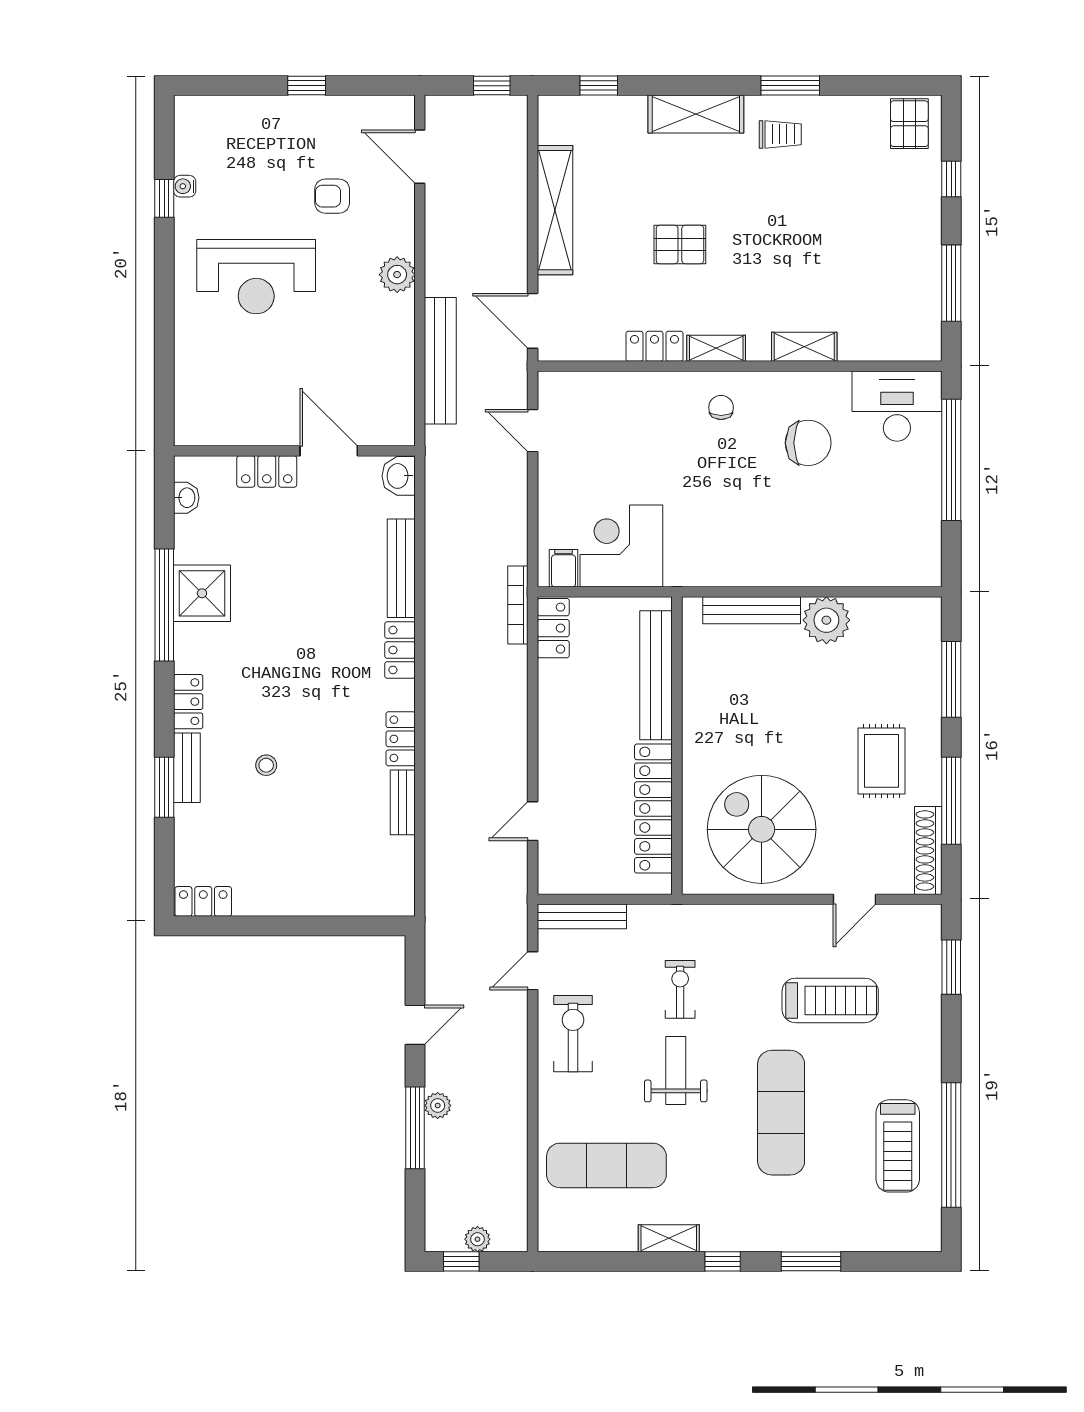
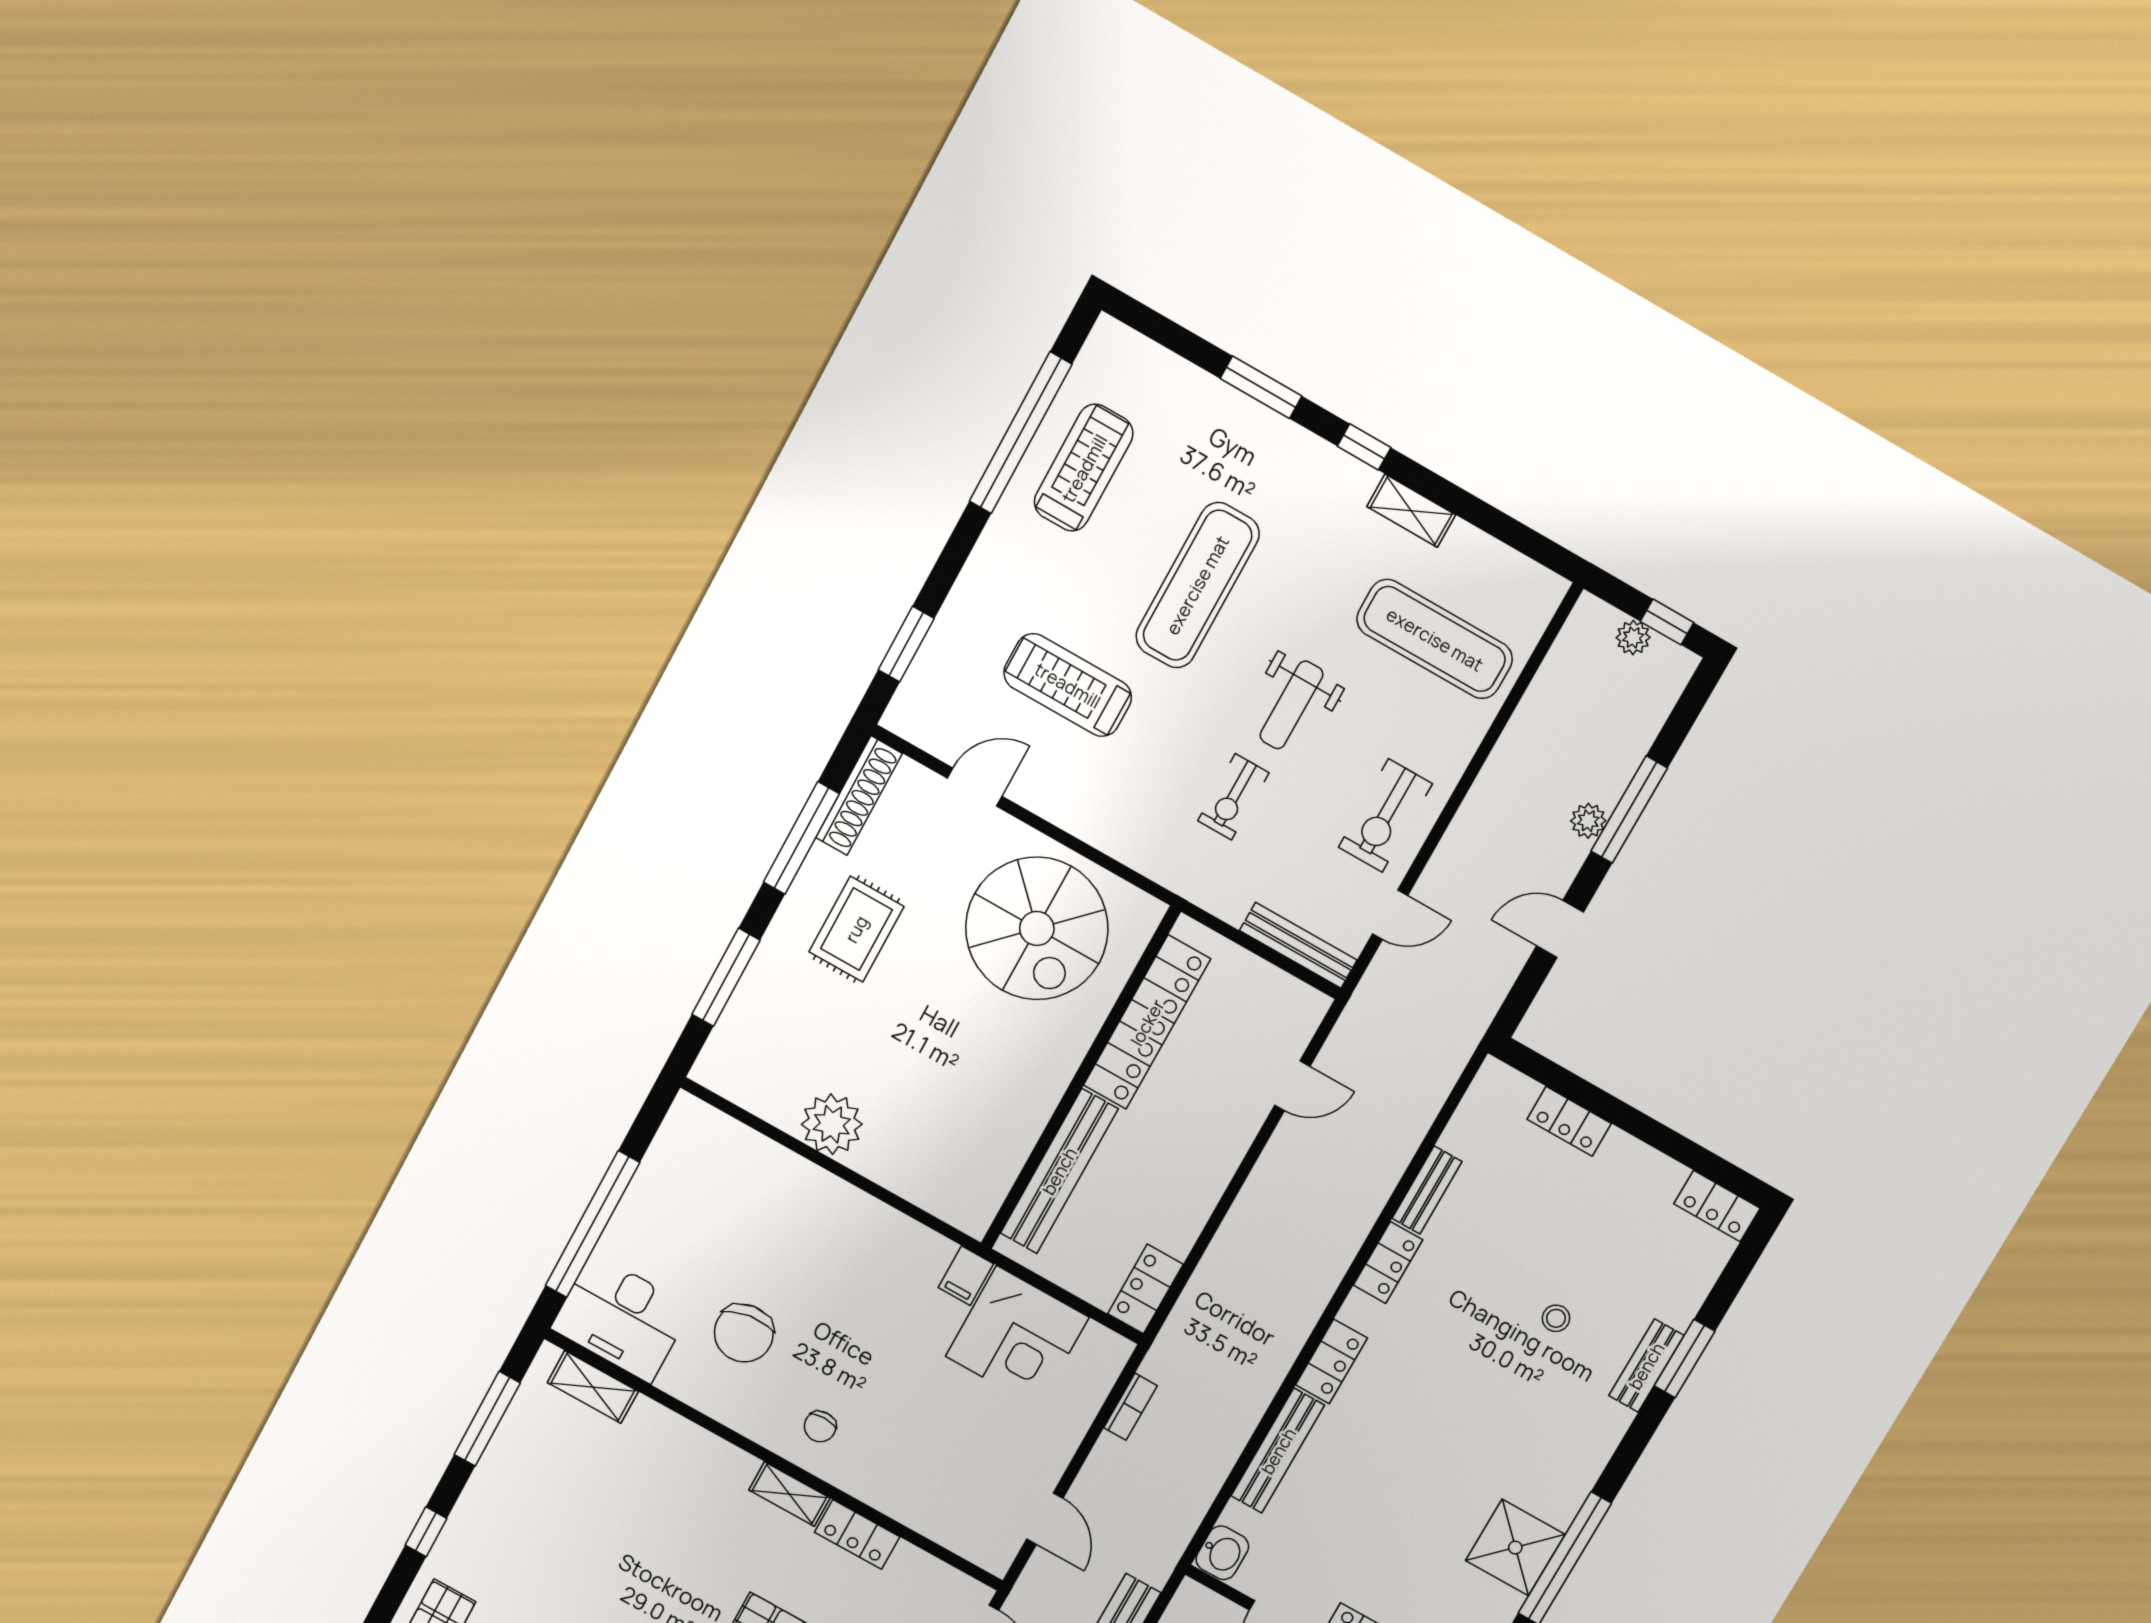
shelving: (804, 347) -> (593, 1387), moved
chair: (808, 443) -> (744, 1333), turned -98
filing cabinet: (564, 568) -> (966, 1276), moved
bookcase: (518, 605) -> (1130, 1407), moved, width x0.64
bench: (752, 610) -> (910, 1183), removed
locker: (188, 702) -> (1569, 1121), moved, turned -90

